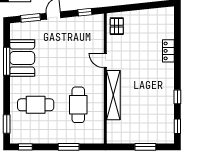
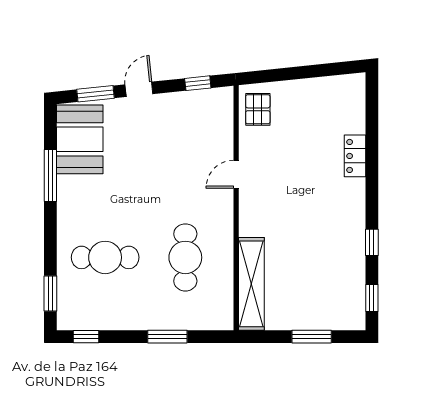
booth: (22, 58) -> (80, 139), moved
door: (105, 61) -> (236, 174), hinge flipped
shelving: (113, 95) -> (251, 284), moved

